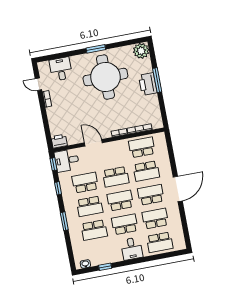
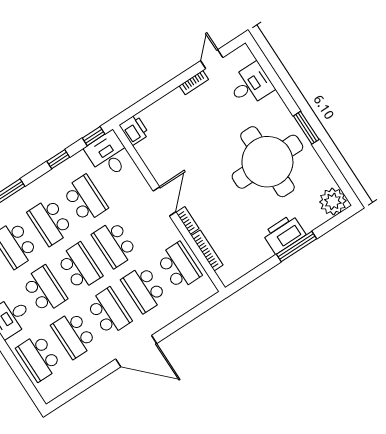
door: (93, 143) -> (164, 201), moved
school desk: (155, 219) -> (74, 335), turned 180

